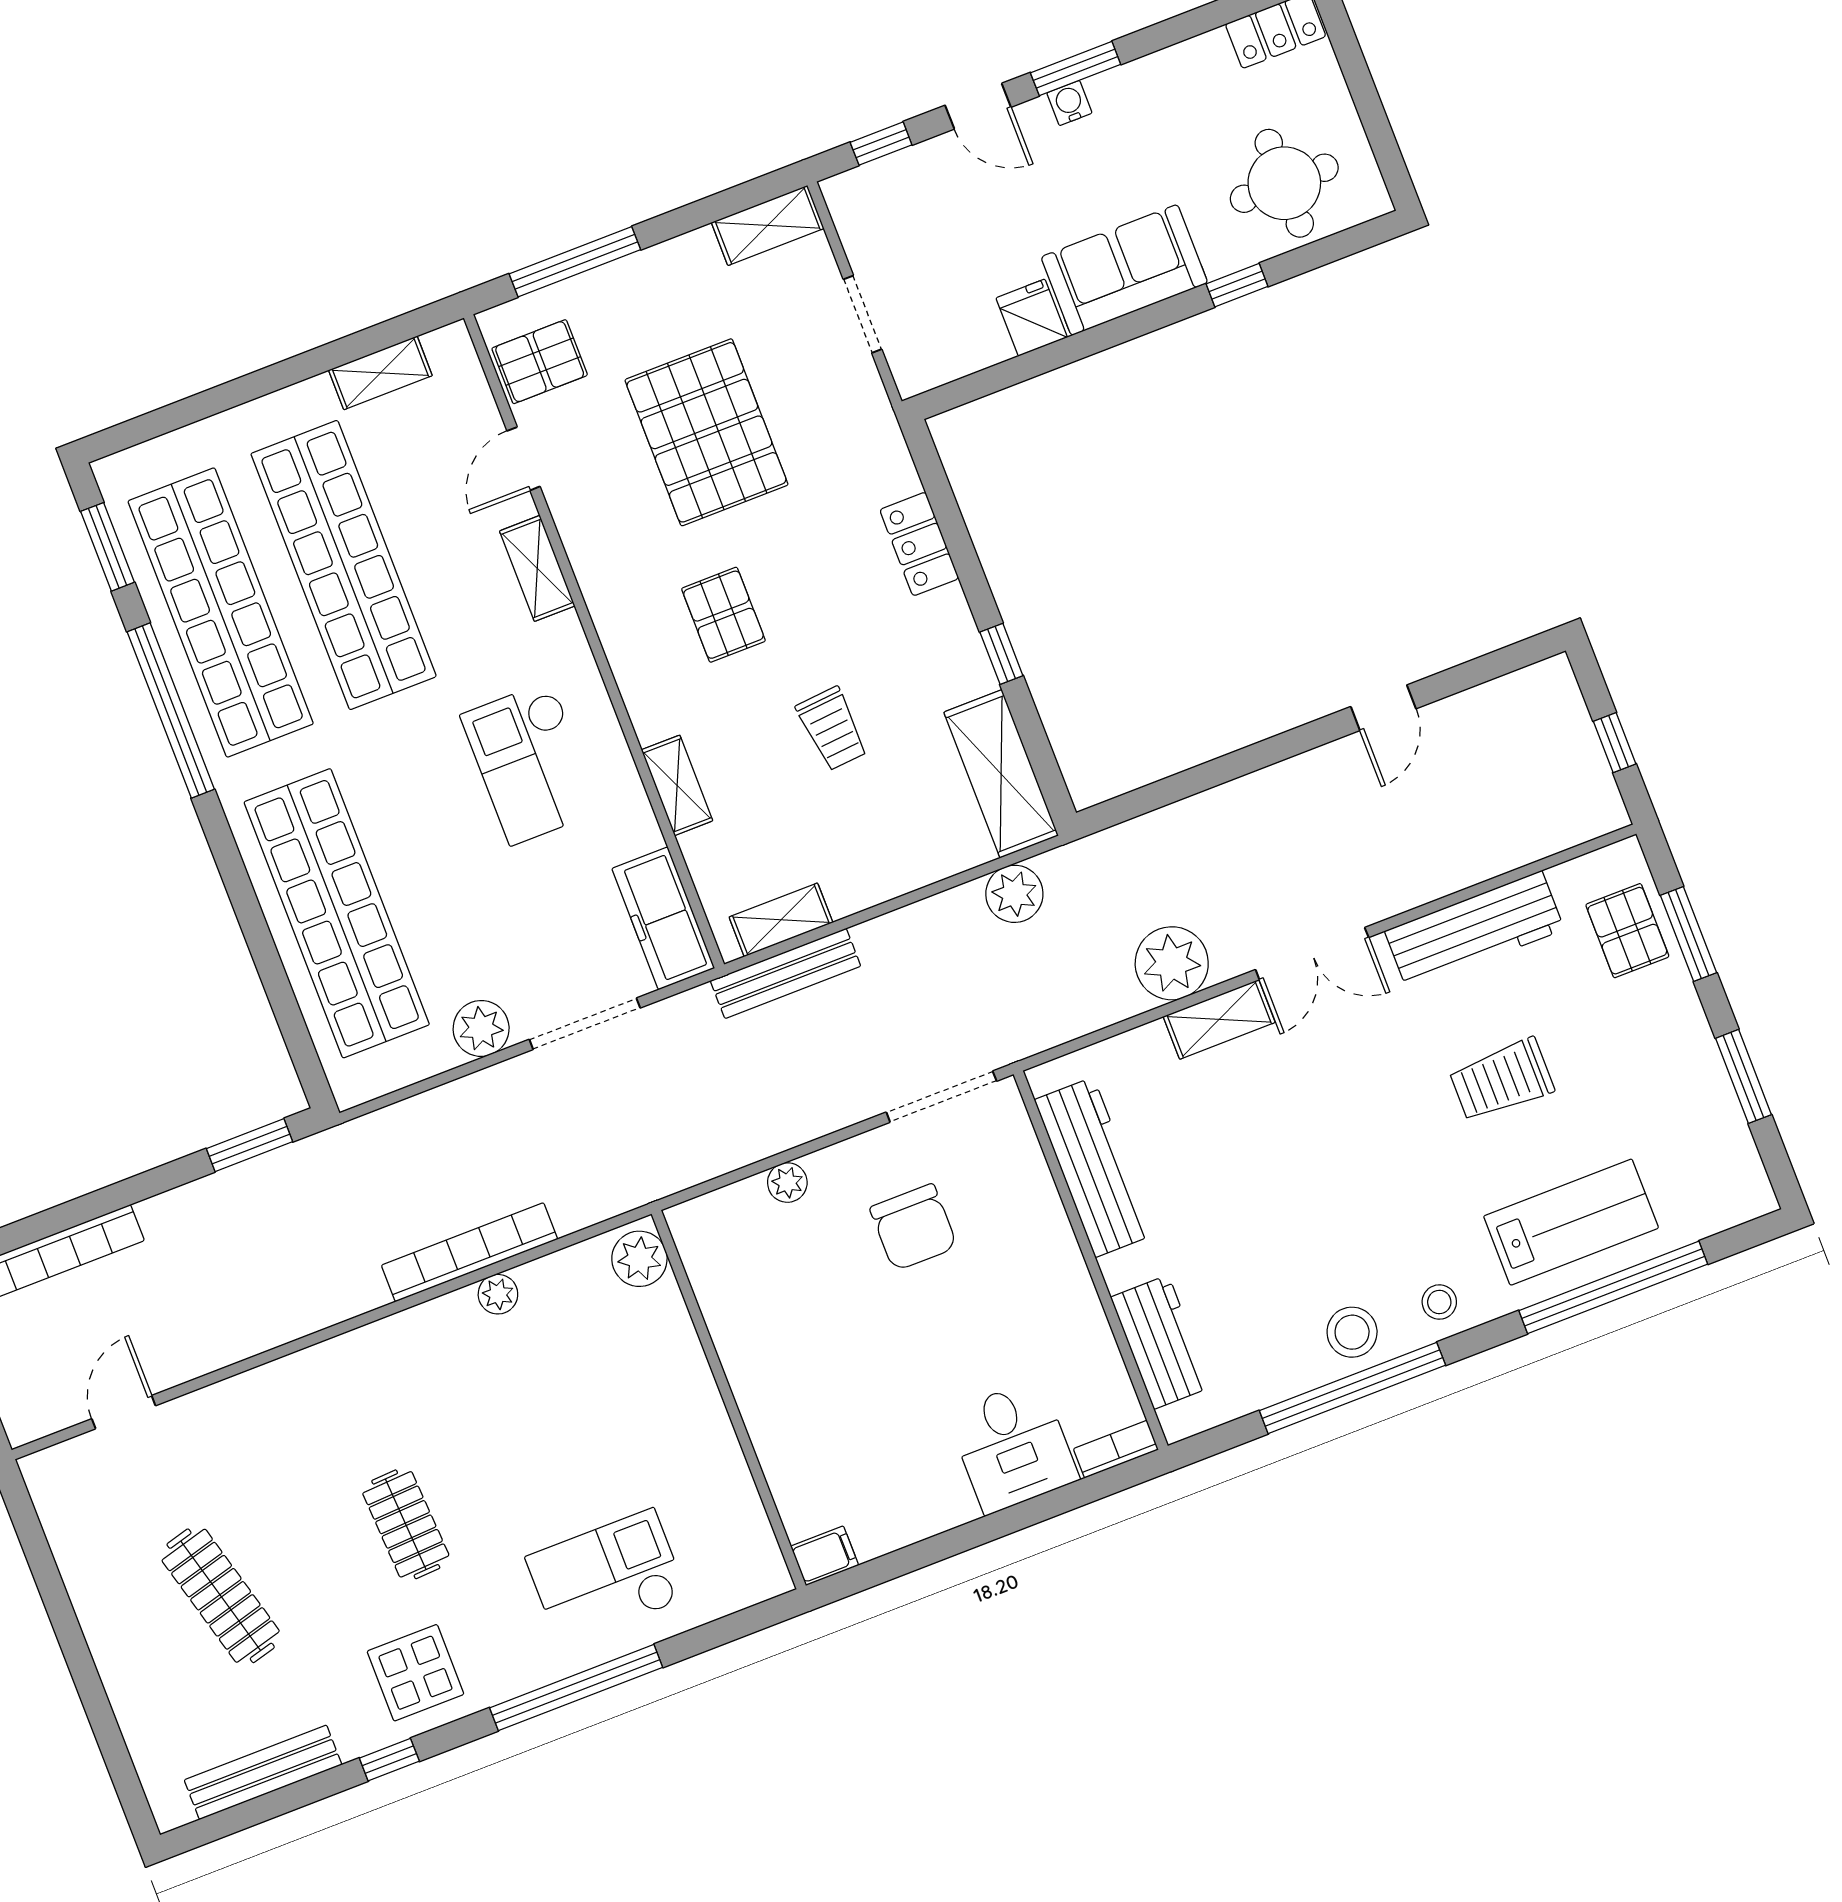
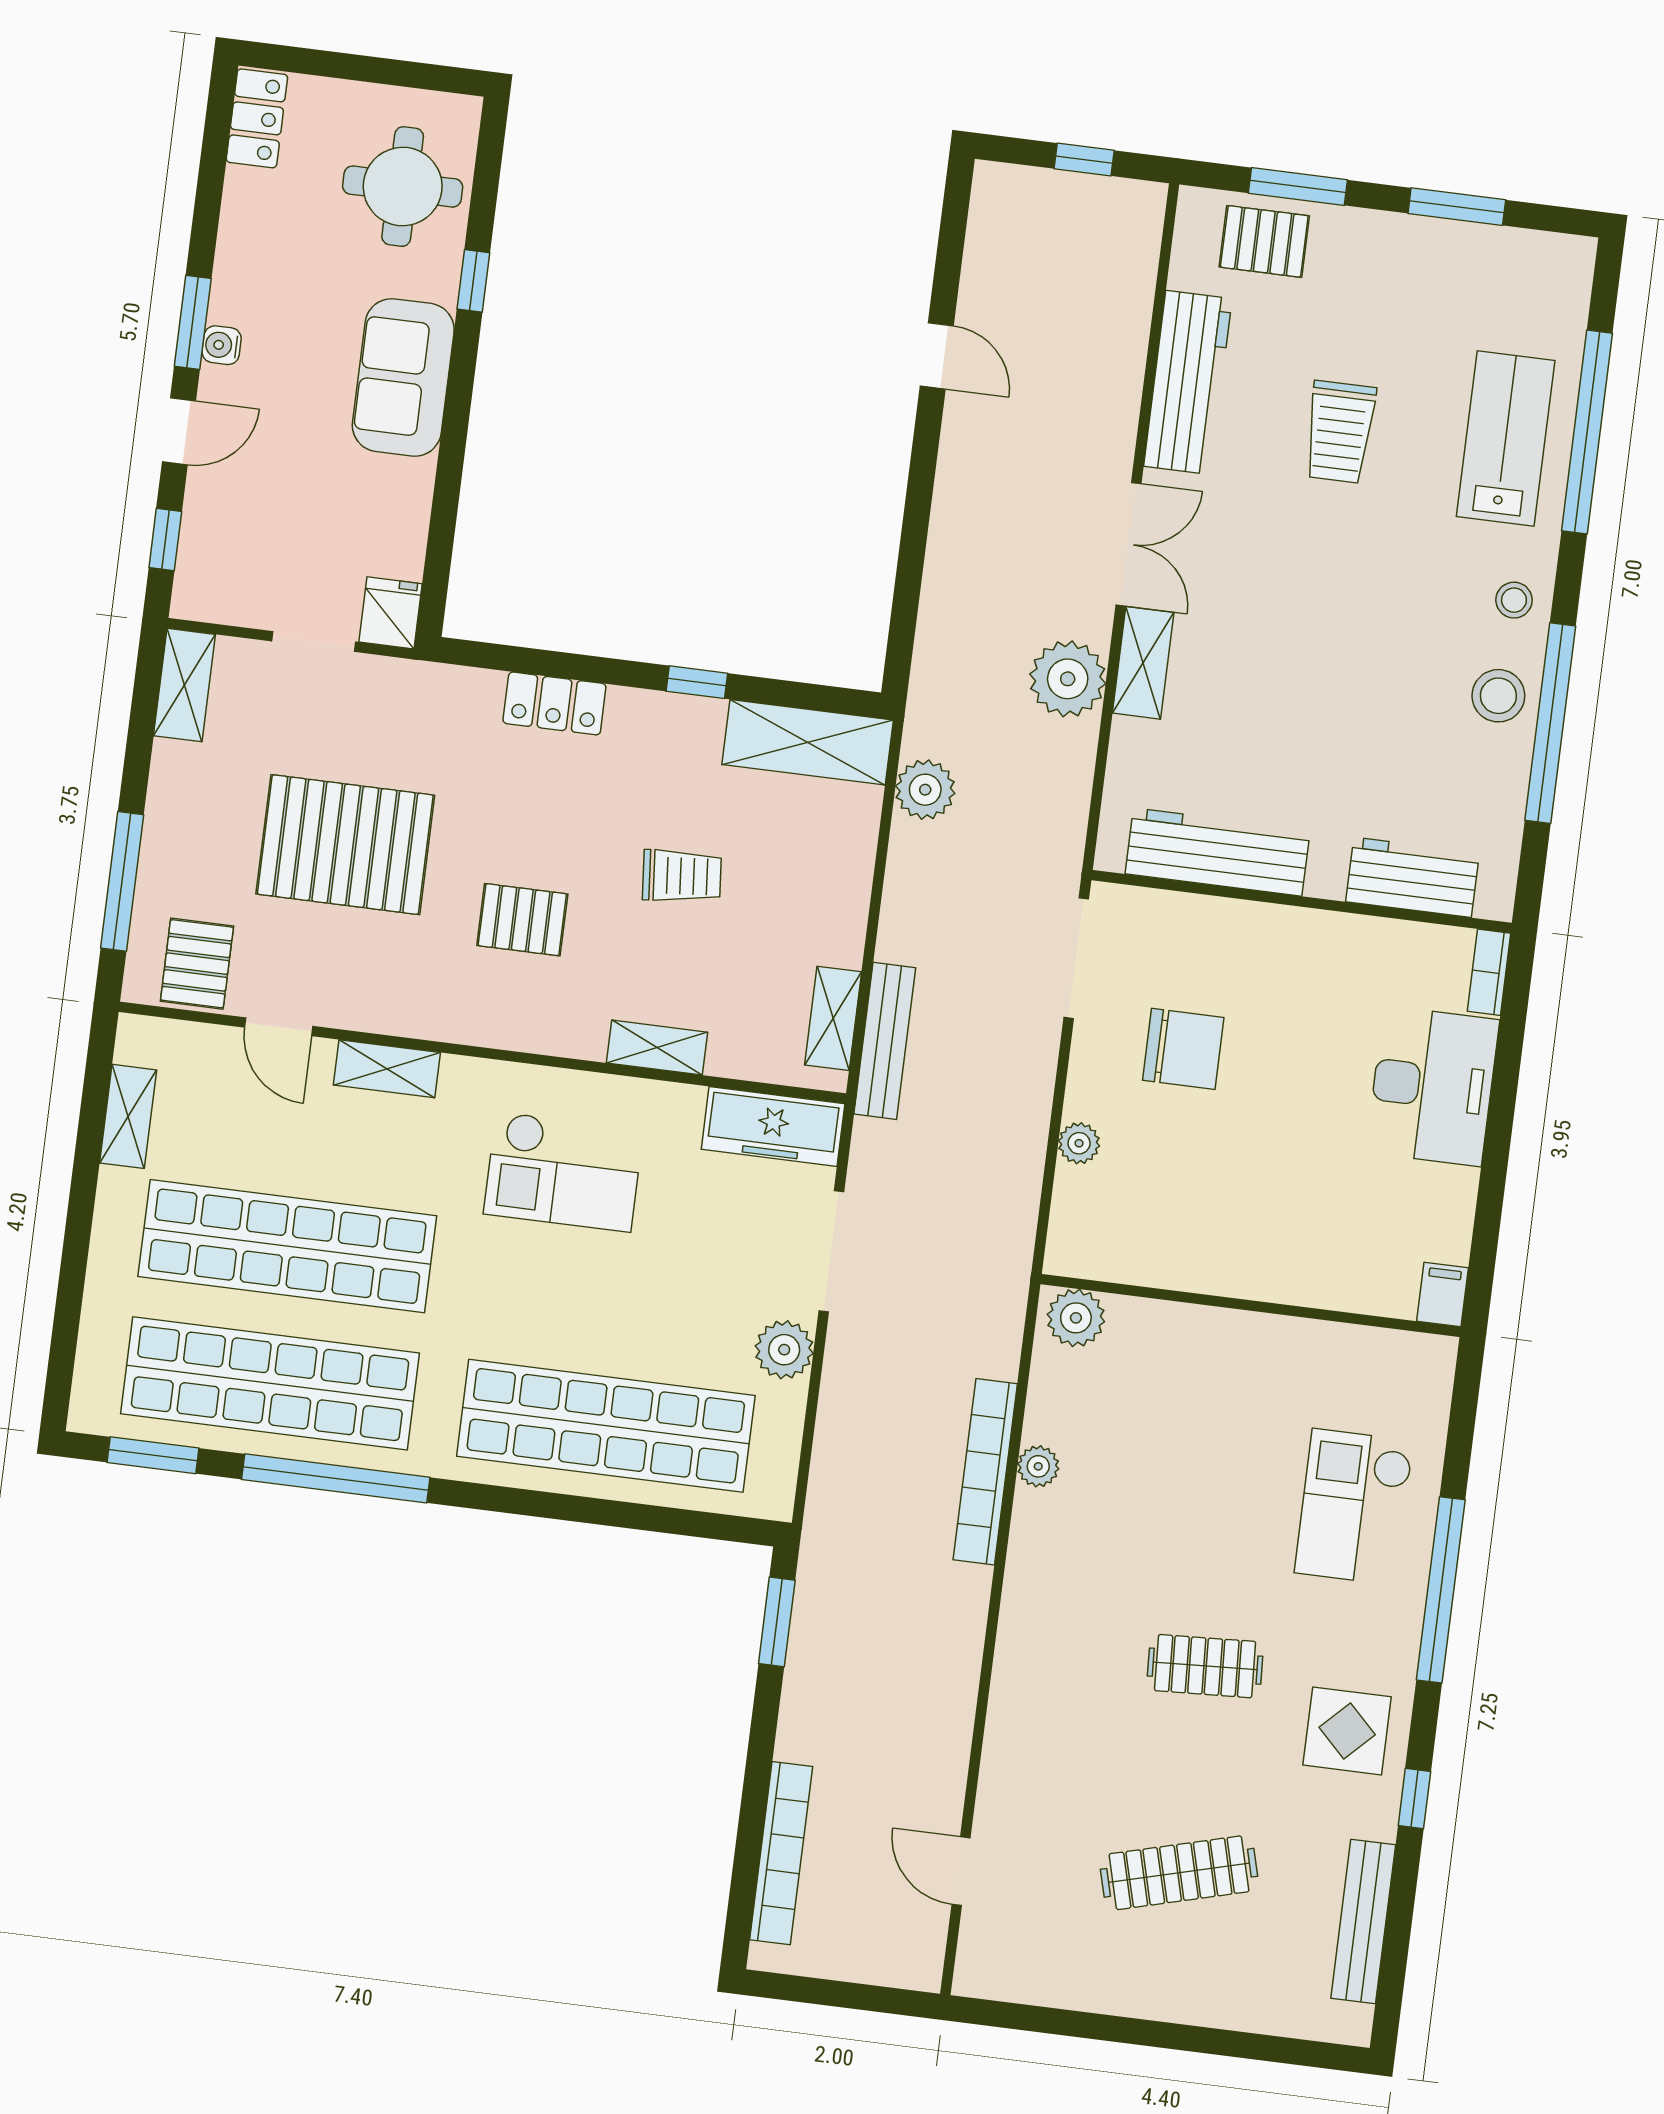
fridge: (1032, 318) -> (391, 613), moved, turned 90
desk: (1013, 1446) -> (1433, 1086), width x1.37

